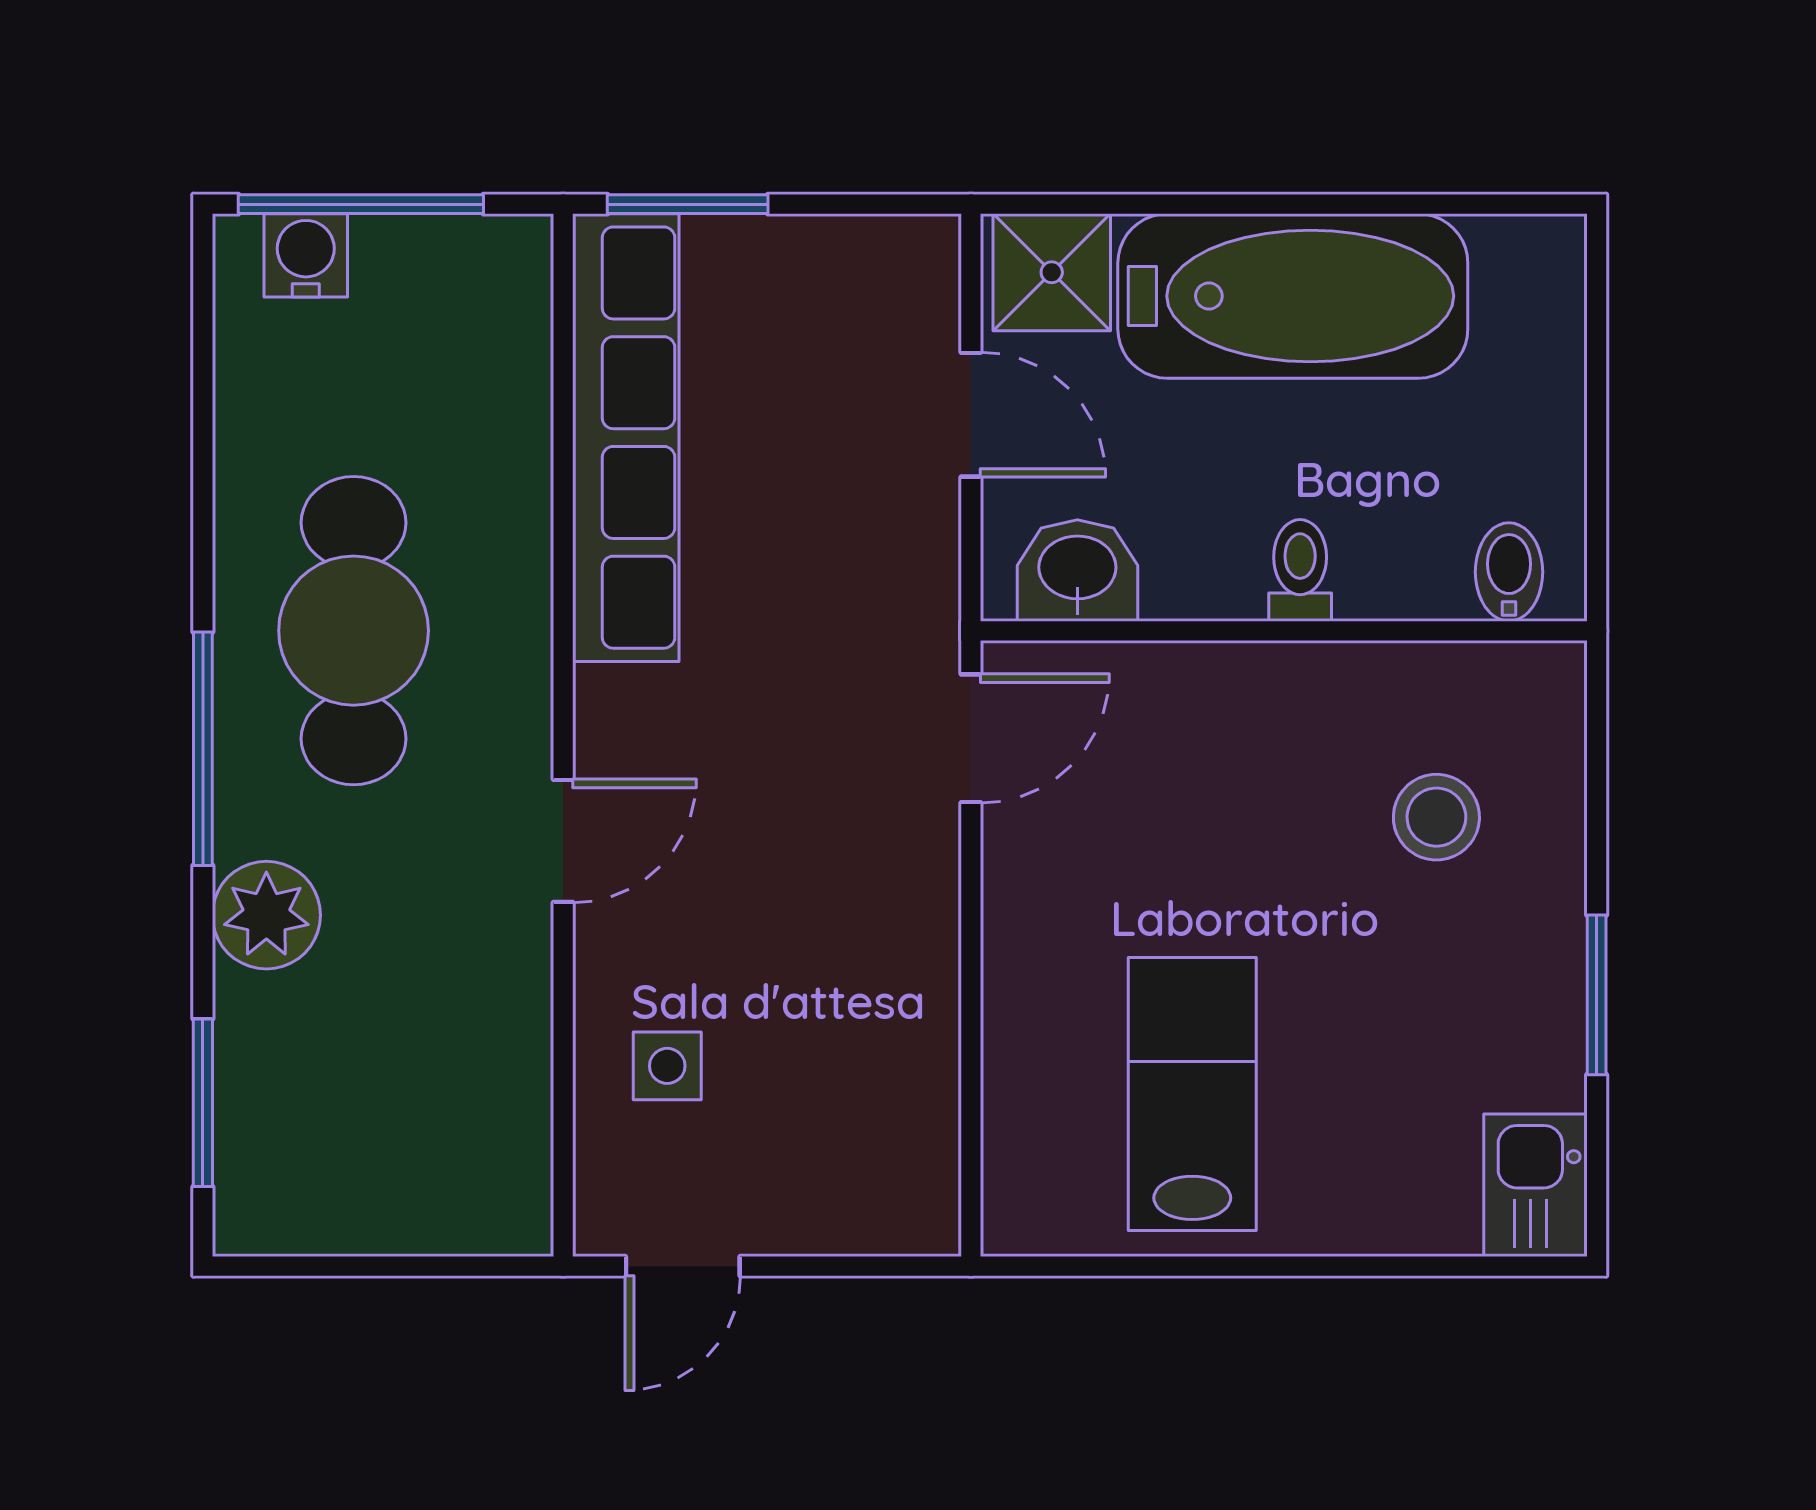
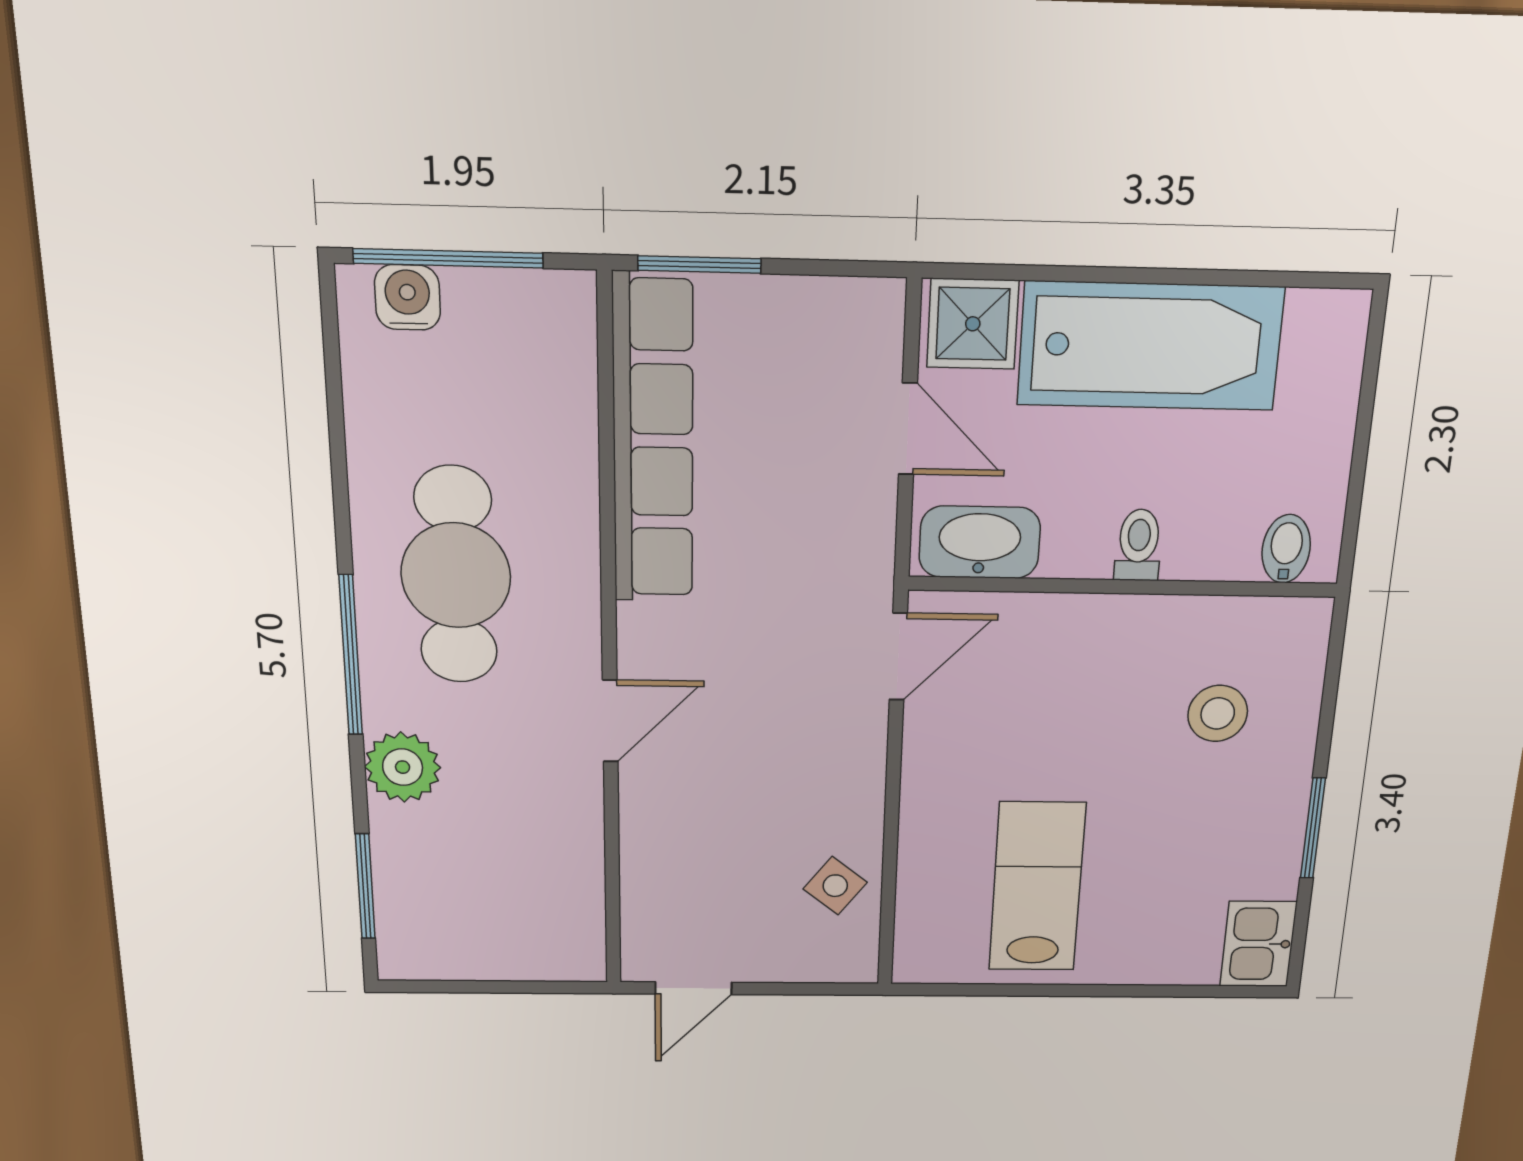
washbasin: (1077, 570) -> (980, 542), width x1.38
side table: (667, 1066) -> (835, 886), moved, turned 38

